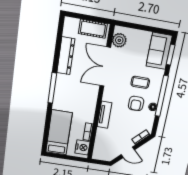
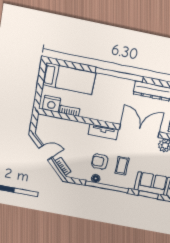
window: (52, 88) -> (119, 75), width x1.46
tv unit: (105, 115) -> (103, 132), moved
door: (128, 152) -> (46, 153), swing flipped

